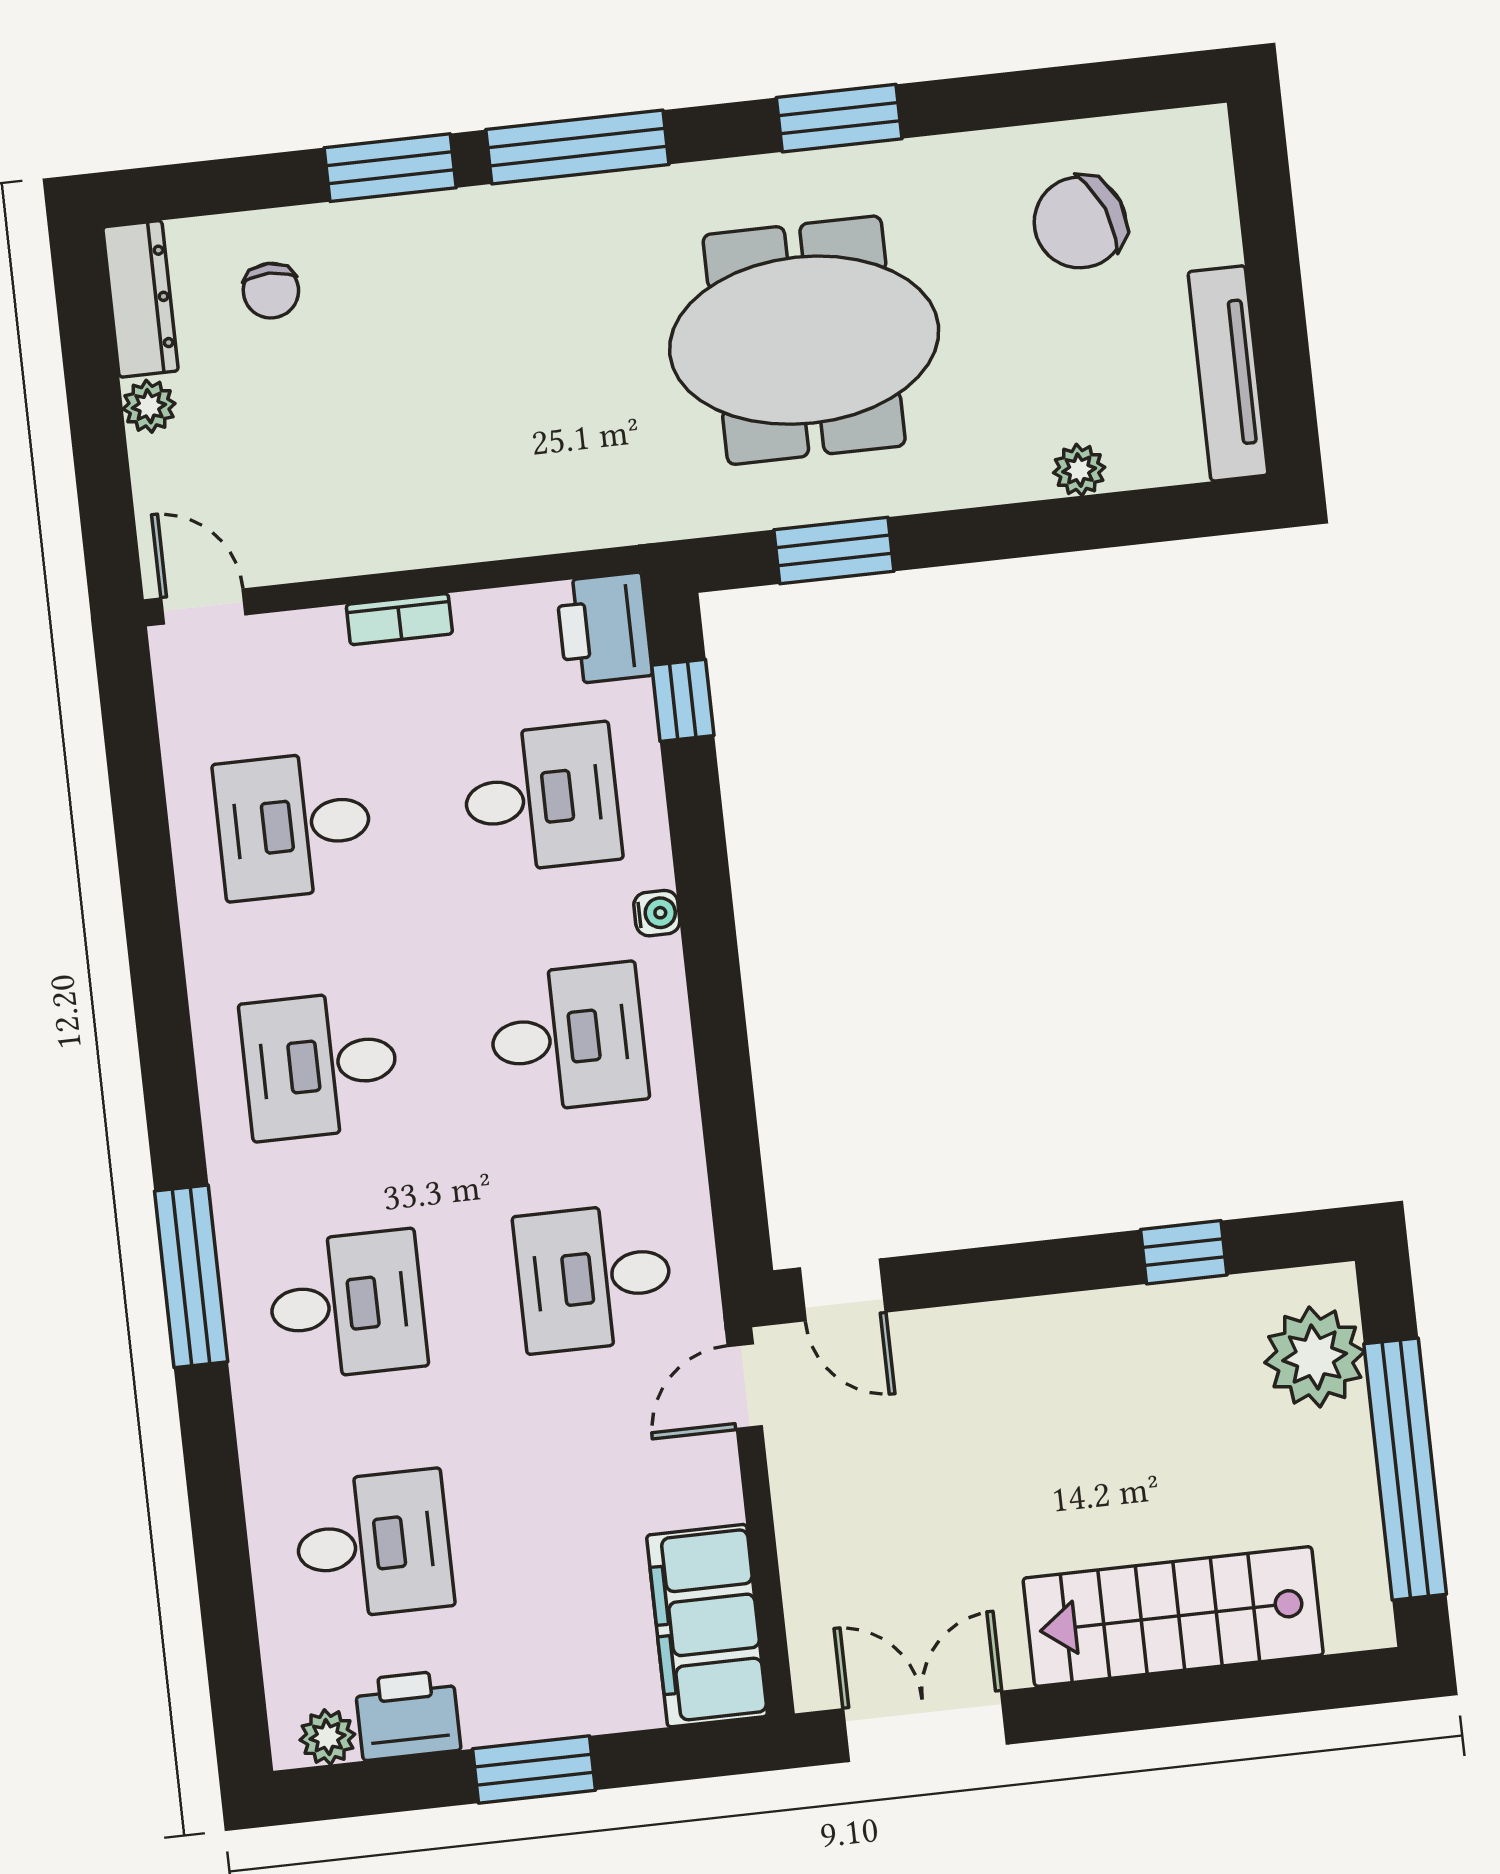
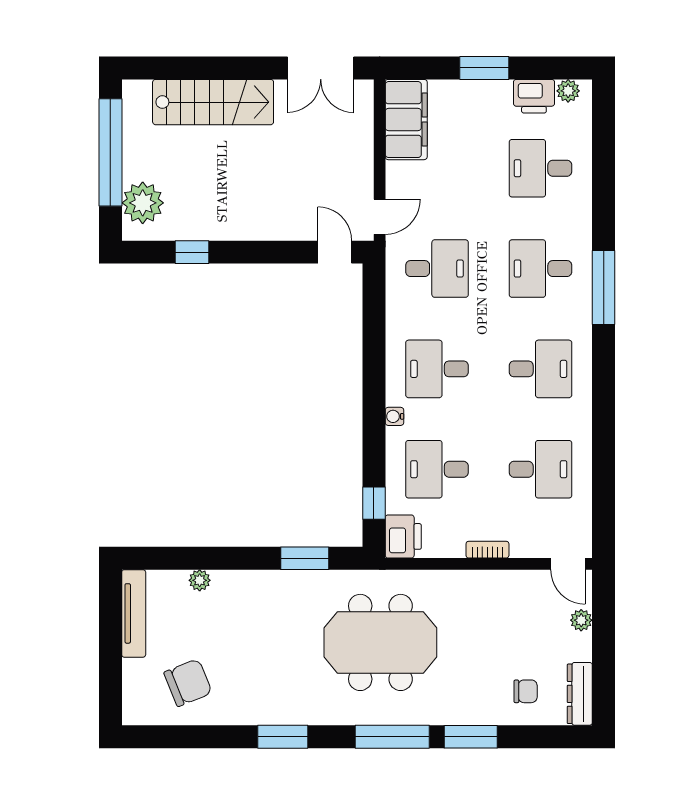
chair: (271, 291) -> (526, 691), turned 90
meeting table: (804, 340) -> (380, 642), moved
plant: (149, 406) -> (581, 620), moved

